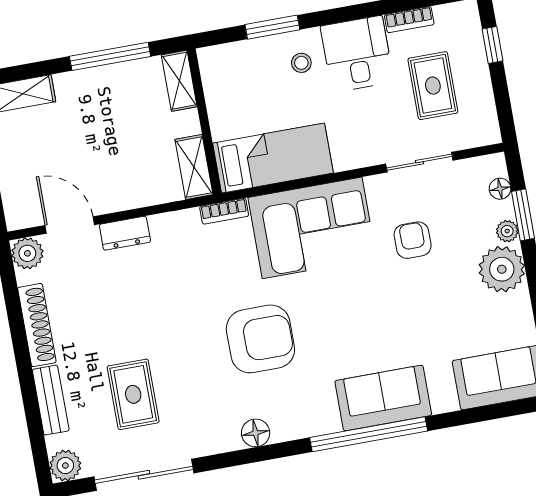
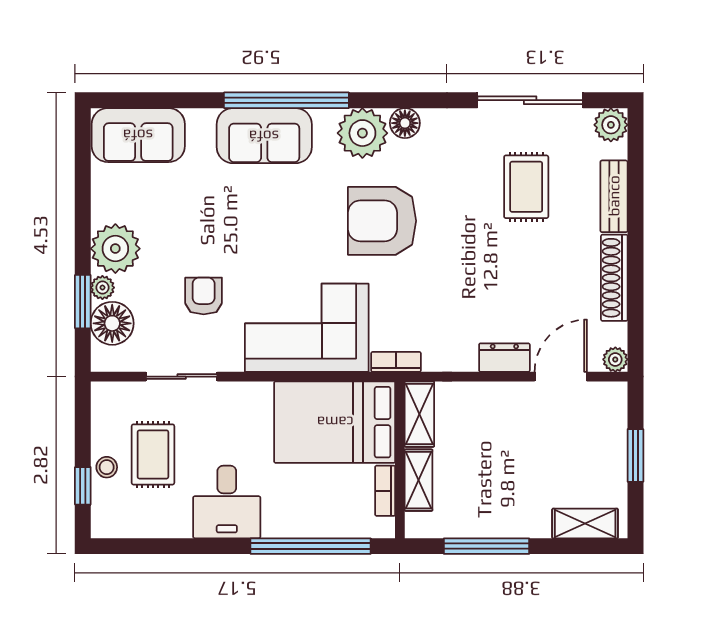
bookcase: (409, 20) -> (385, 491), moved, turned -90
window: (272, 27) -> (311, 546), width x2.11
stool: (301, 63) -> (107, 467), moved
shelving: (179, 81) -> (419, 480), moved
bed: (273, 158) -> (335, 422), width x1.50
floor lamp: (500, 189) -> (112, 323), width x1.89, depth x1.89
door: (70, 225) -> (561, 377), swing flipped
armchair: (413, 240) -> (204, 296), turned 180
plant: (27, 253) -> (615, 359), width x0.73, depth x0.73
plant: (293, 417) -> (362, 133), added

